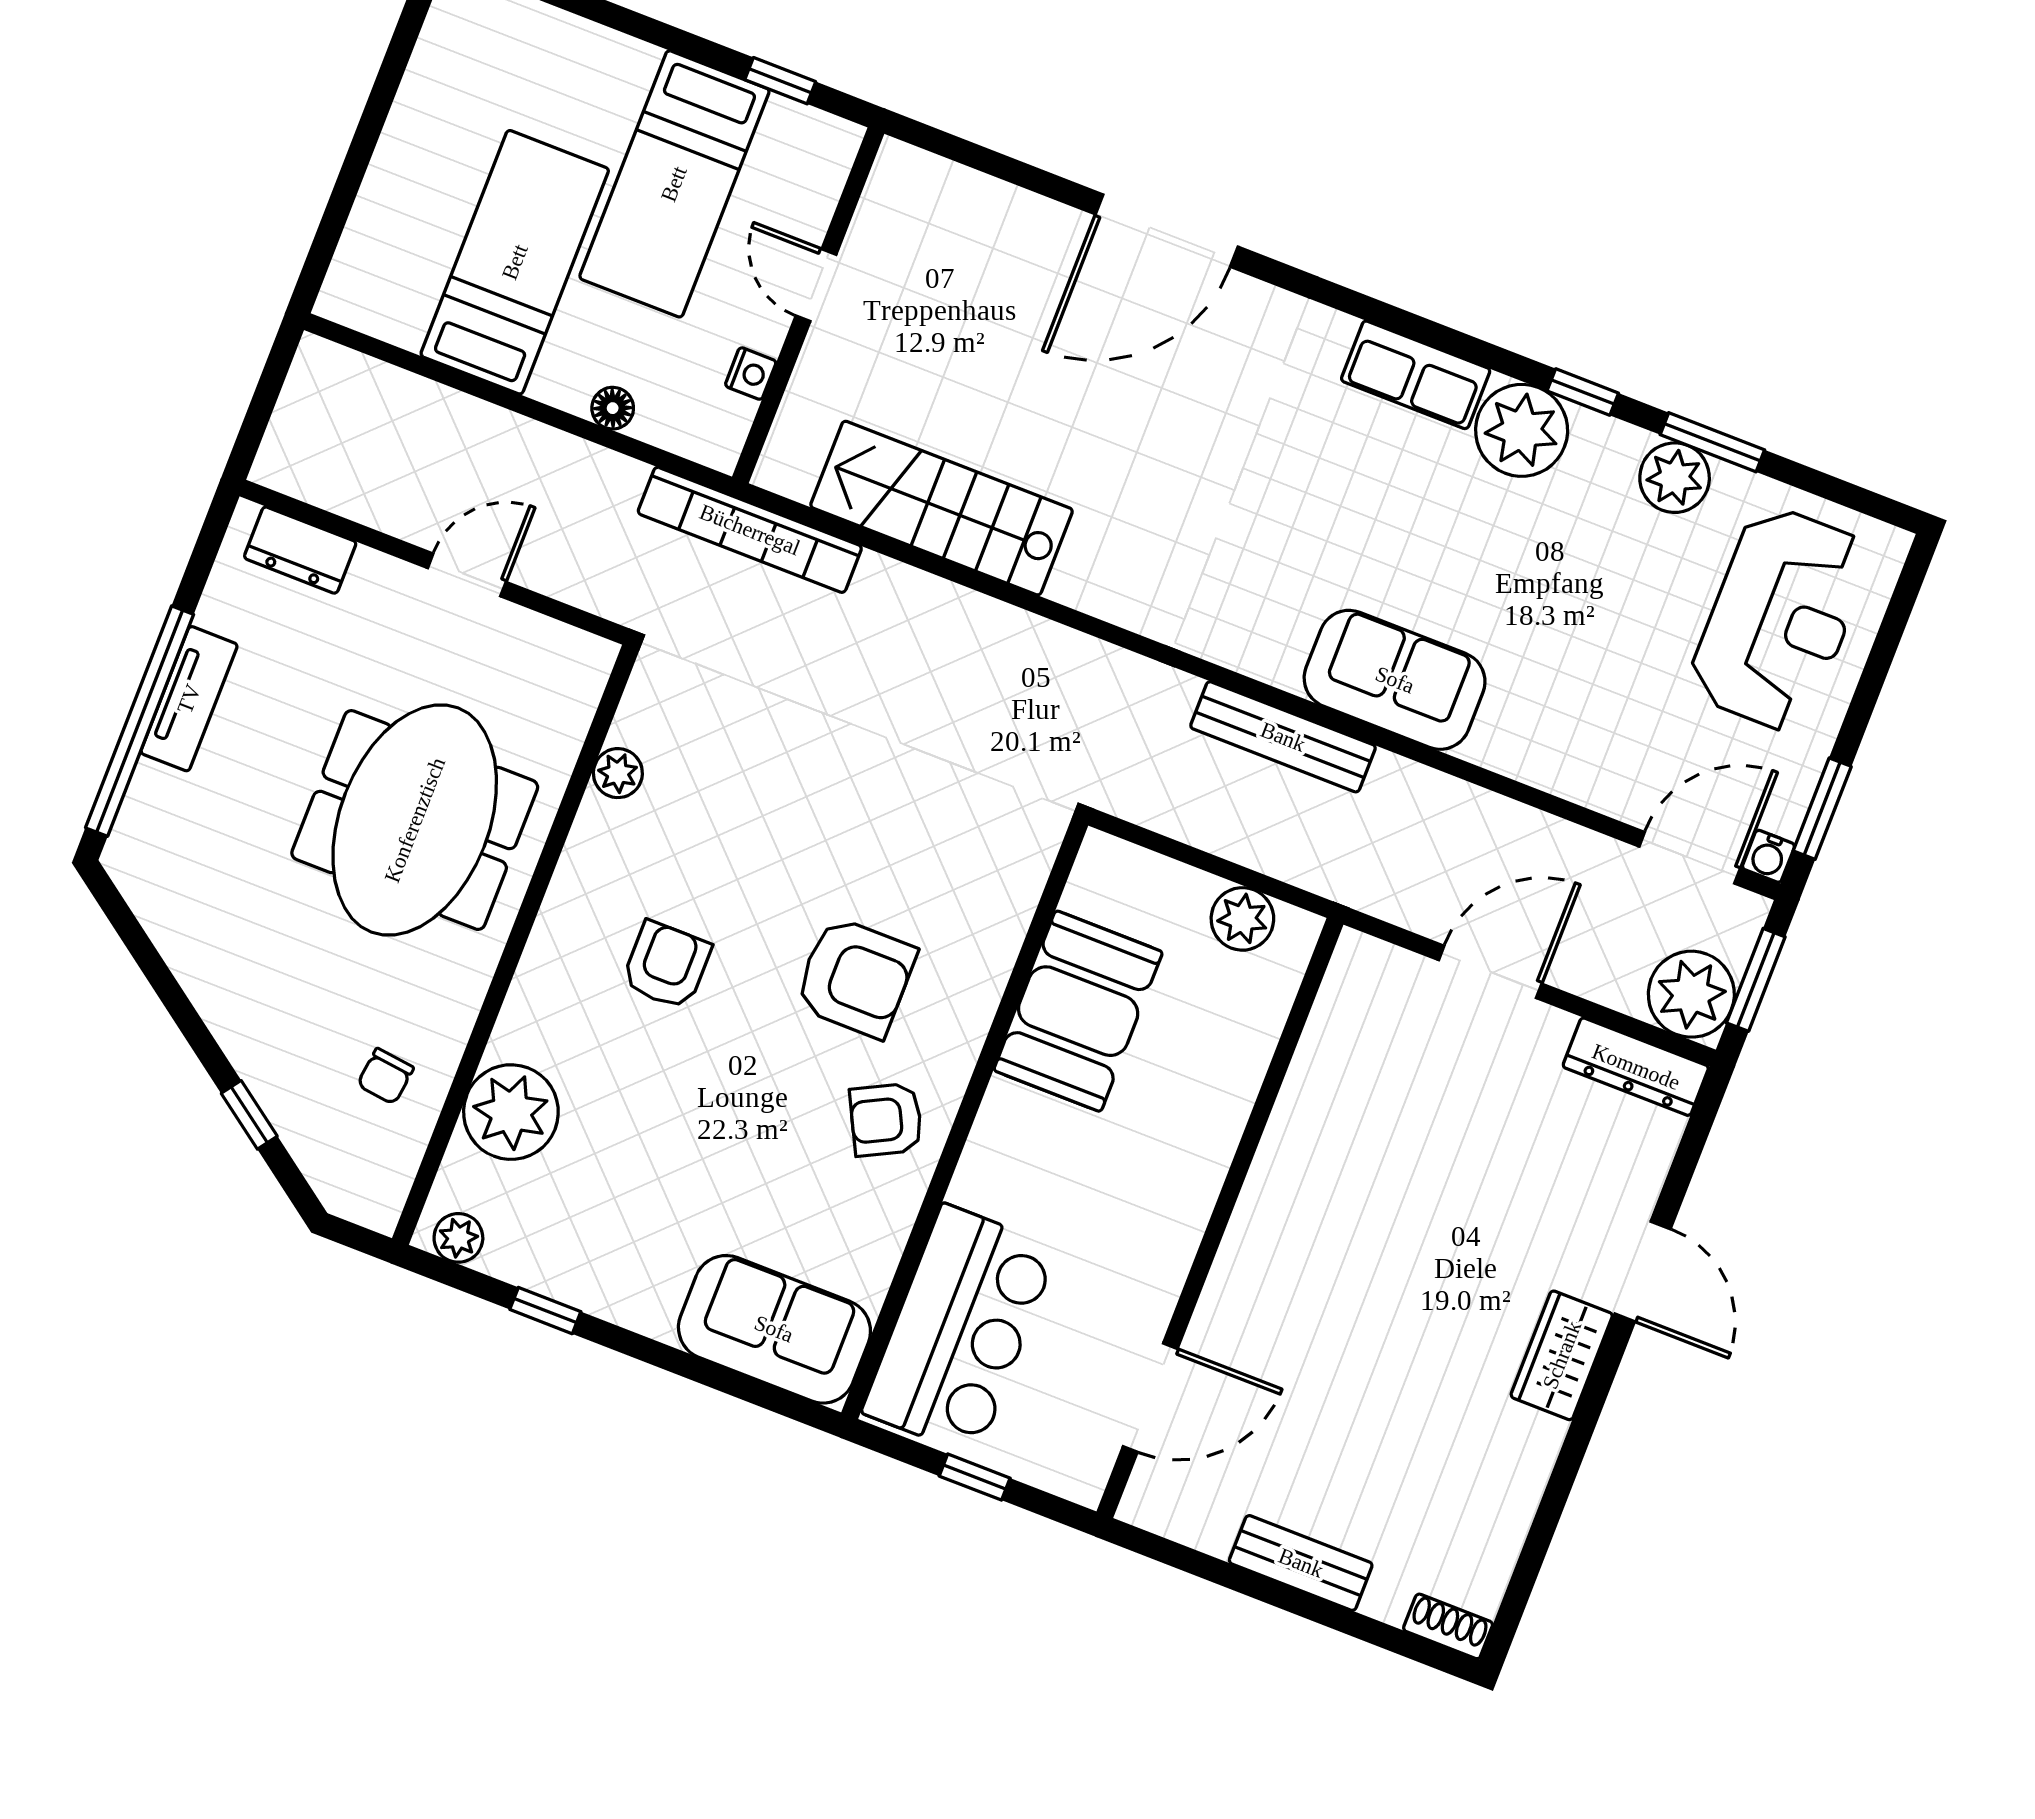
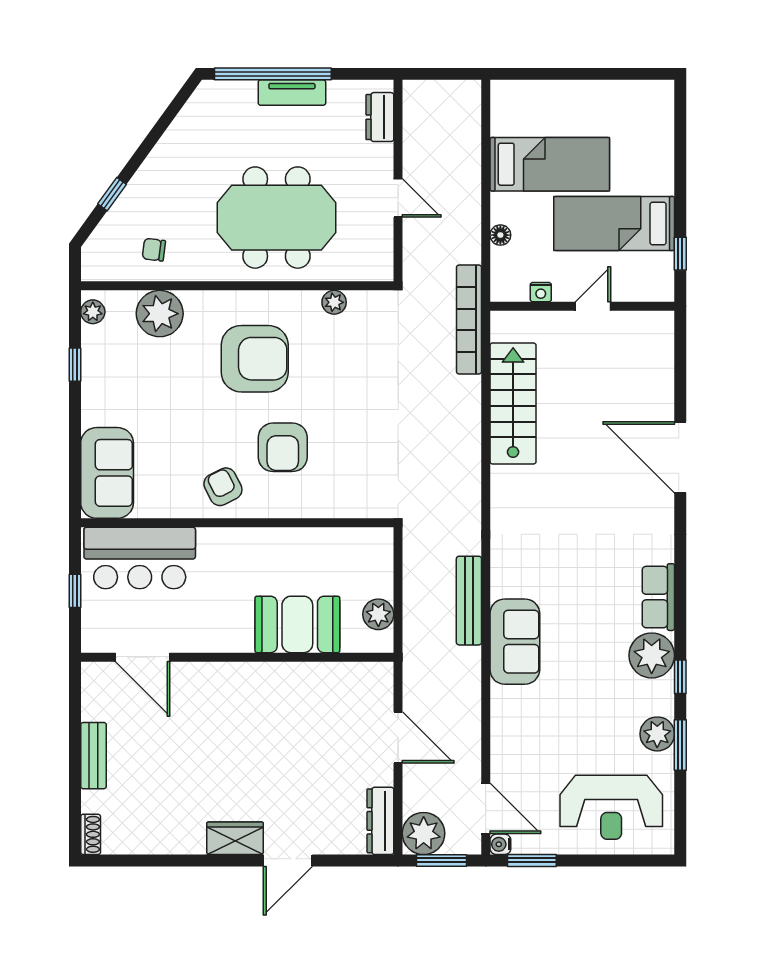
armchair: (666, 965) -> (255, 359), width x1.88, depth x1.88
booth: (1078, 1011) -> (297, 624), moved

